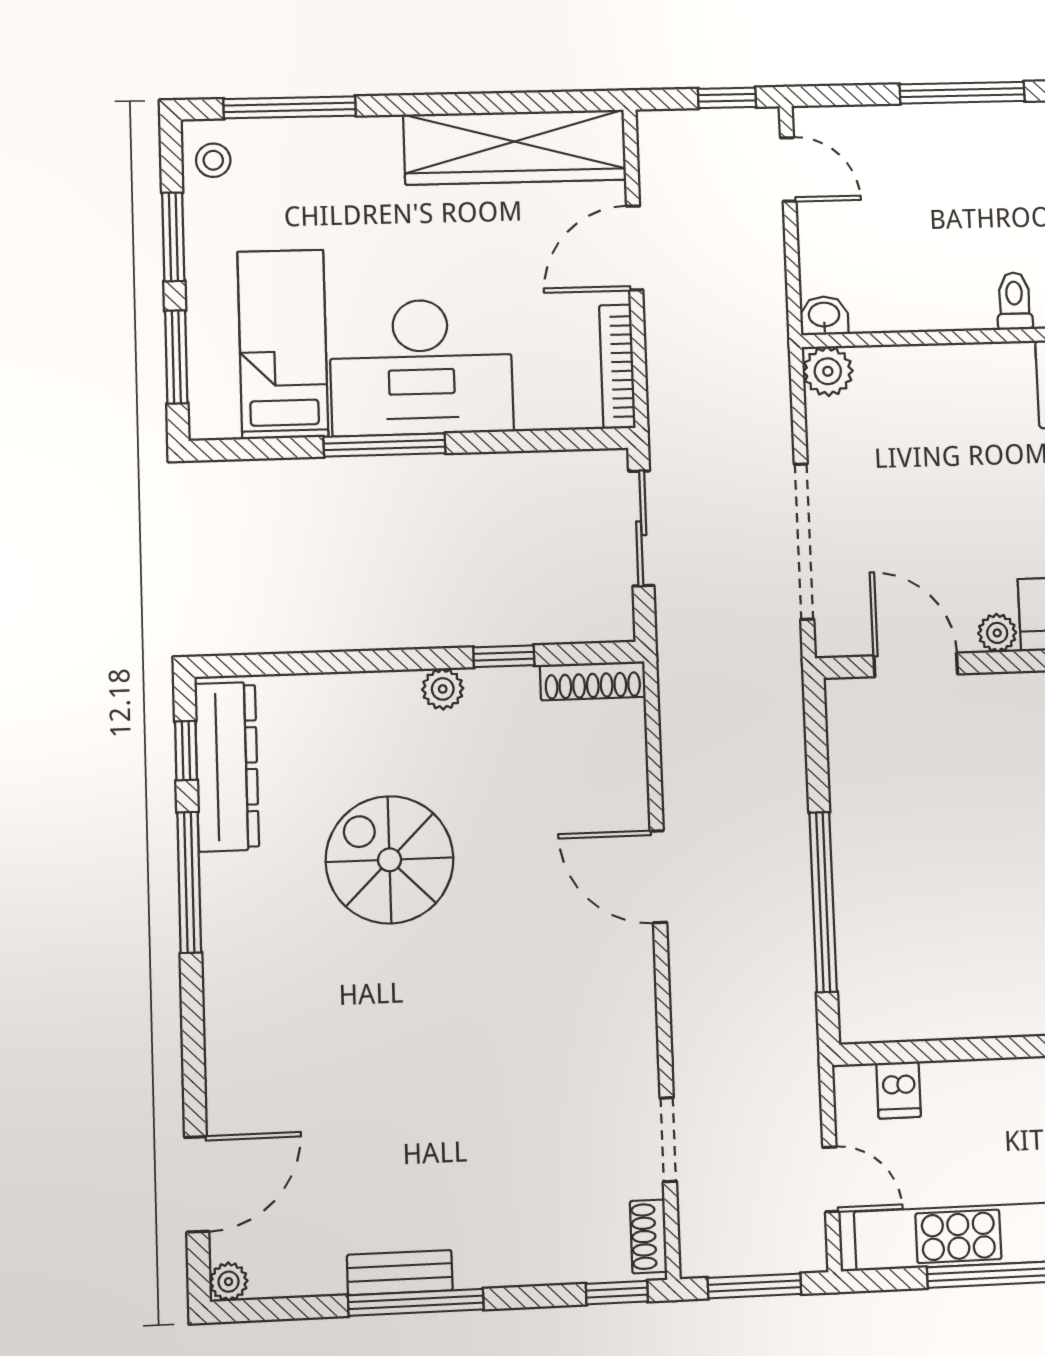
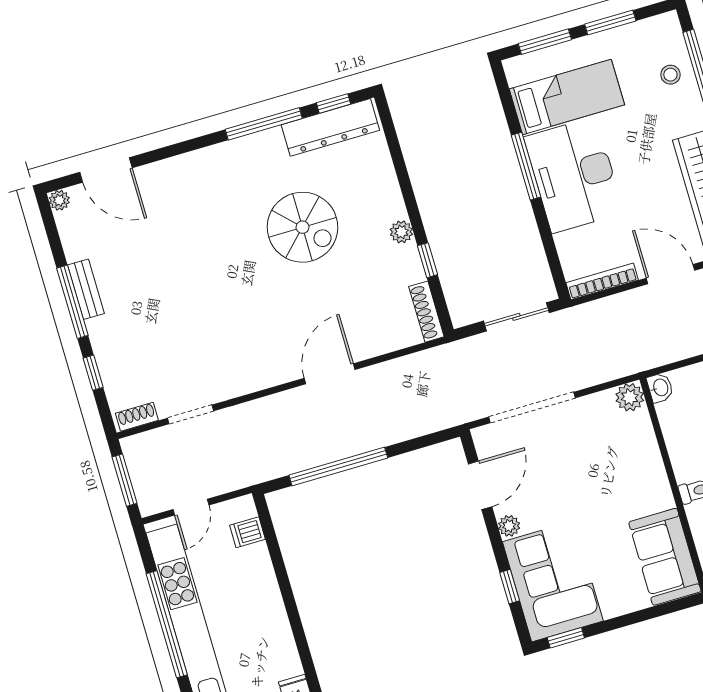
stool: (213, 160) -> (670, 75), moved
spiral stairs: (390, 860) -> (302, 227), turned 90
window: (617, 1293) -> (93, 373), moved

